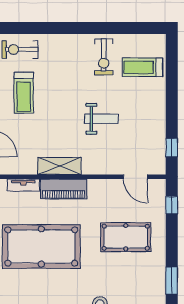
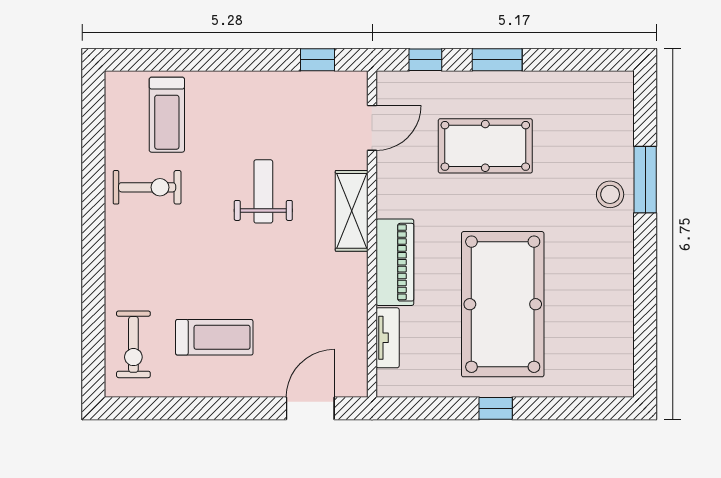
shelving: (59, 166) -> (352, 211), moved
pool table: (126, 237) -> (485, 146), turned 90
window: (172, 281) -> (497, 60), moved

